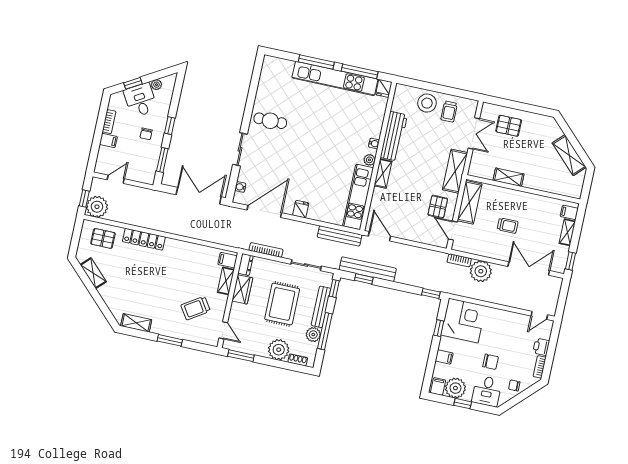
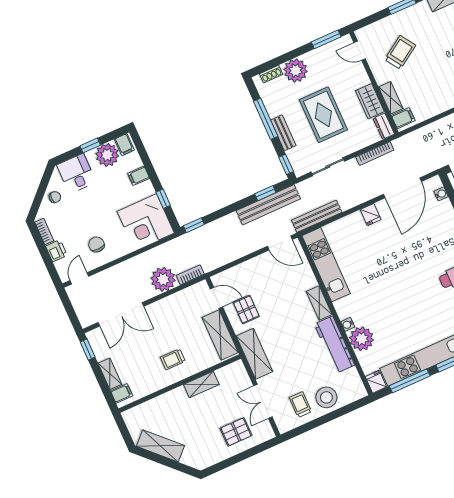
plant: (369, 160) -> (362, 339), moved, width x1.88, depth x1.88
trolley: (508, 226) -> (173, 359), moved
bench: (321, 307) -> (283, 133), width x0.73
plant: (313, 335) -> (274, 108), removed
chair: (491, 362) -> (96, 244), moved, turned 90

